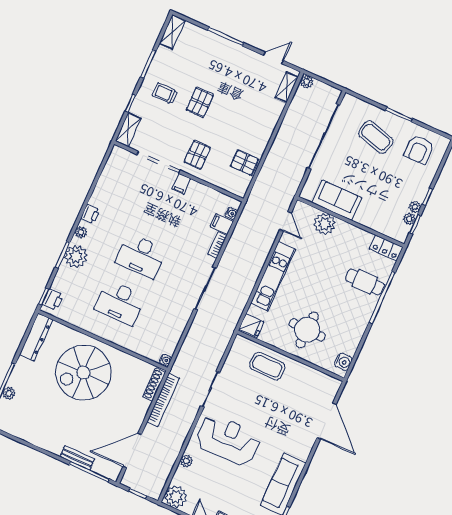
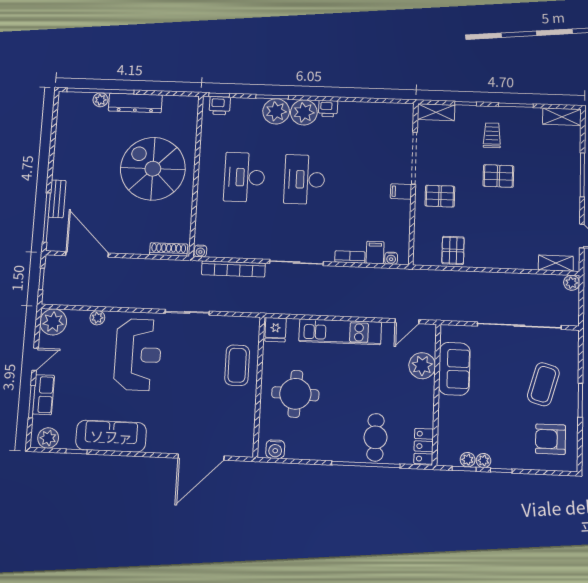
plant: (81, 232) -> (304, 112), width x1.88, depth x1.88
dresser: (36, 337) -> (135, 103), moved
bookcase: (163, 400) -> (233, 269), moved

